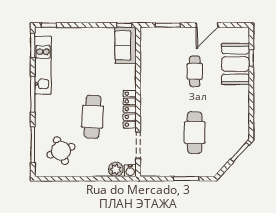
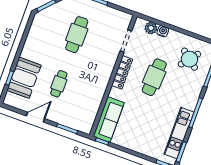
sofa: (126, 45) -> (109, 120), width x1.36
round table: (61, 151) -> (189, 59), turned -30
water cooler: (130, 171) -> (163, 31), moved

